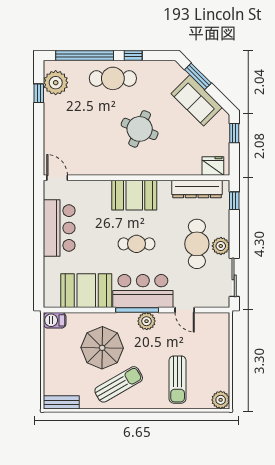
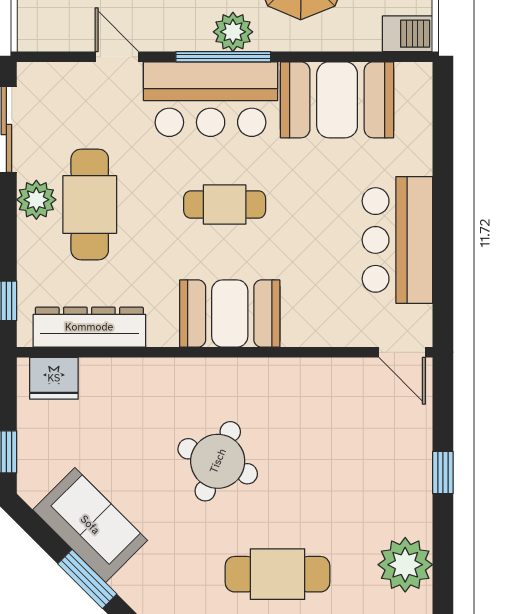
window: (39, 93) -> (443, 473), moved
plant: (147, 321) -> (233, 32), moved

